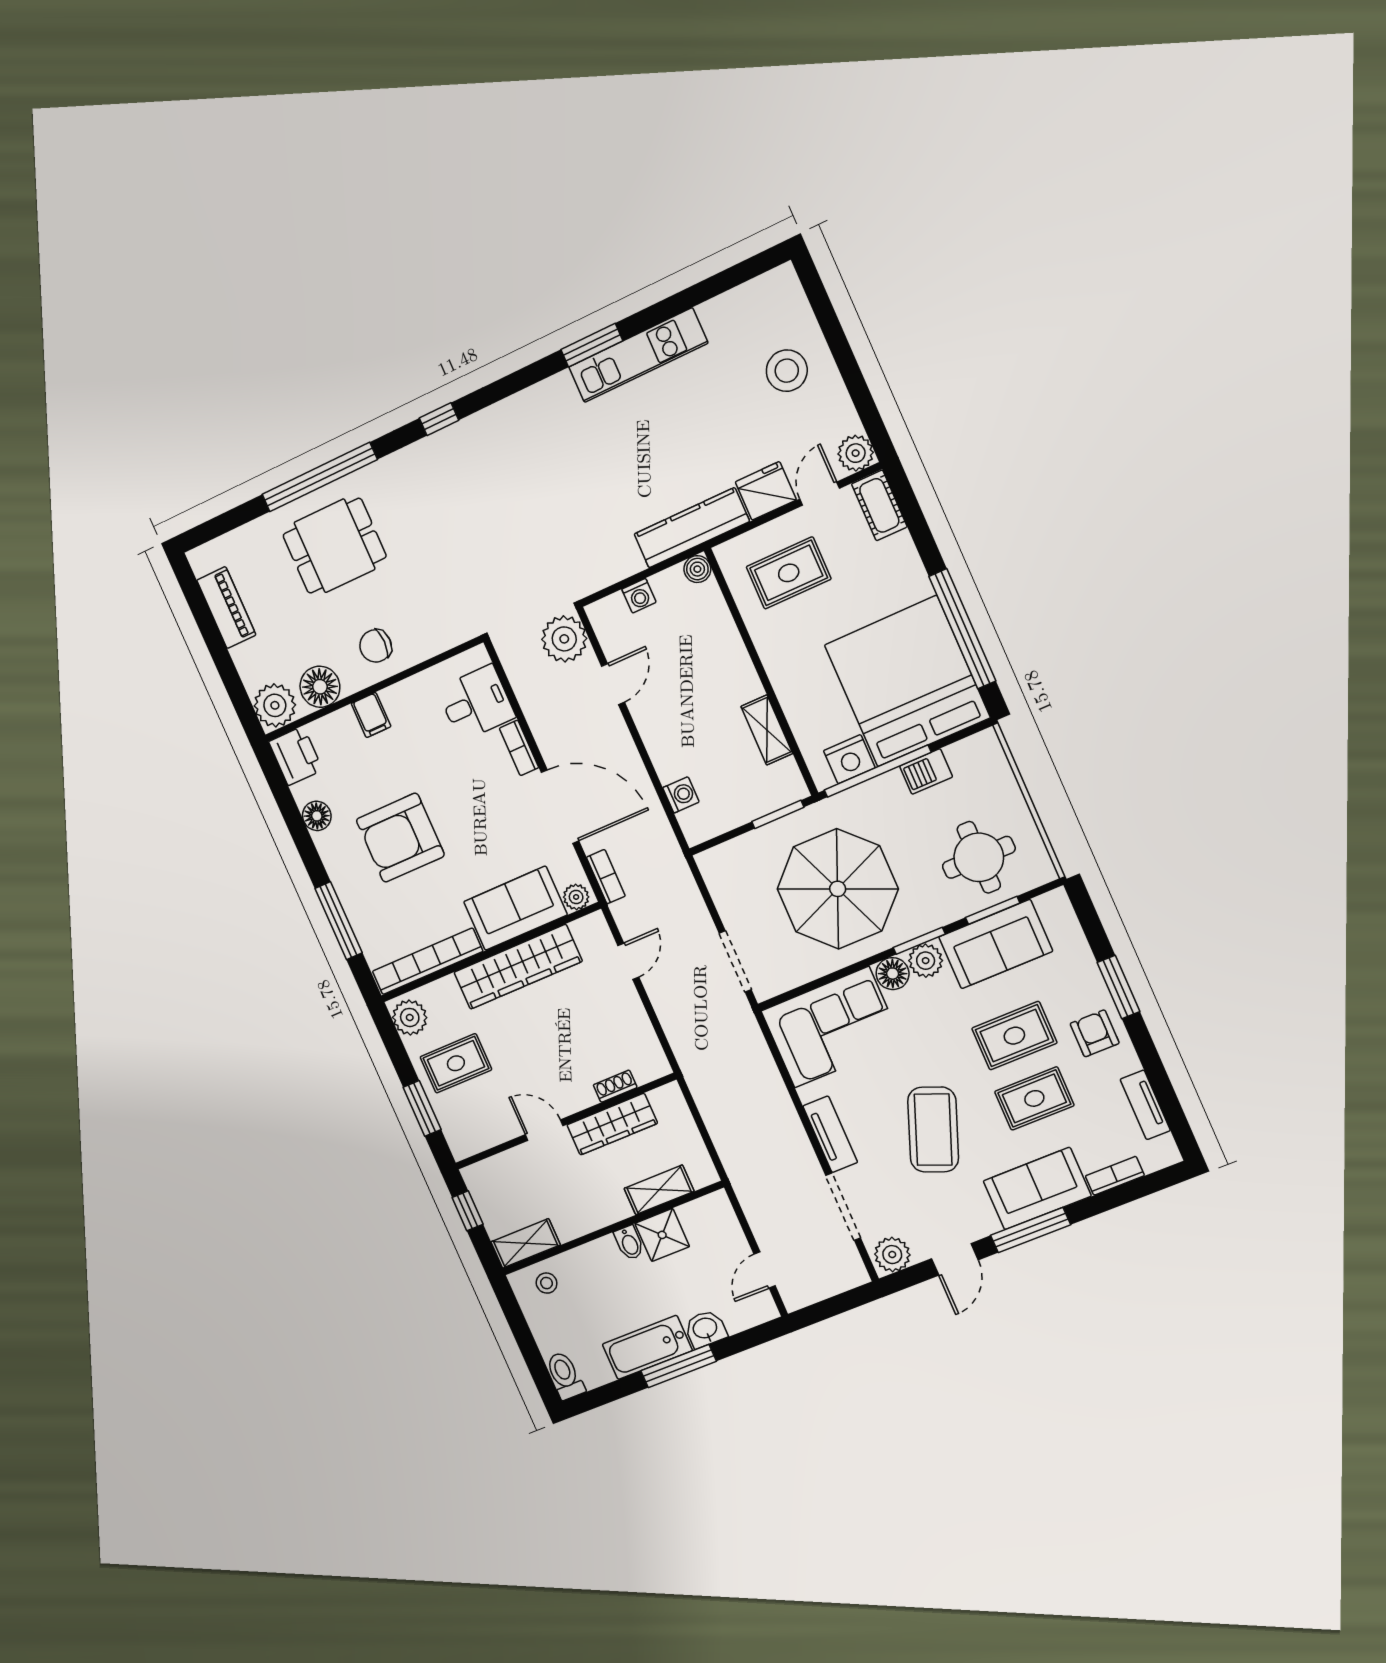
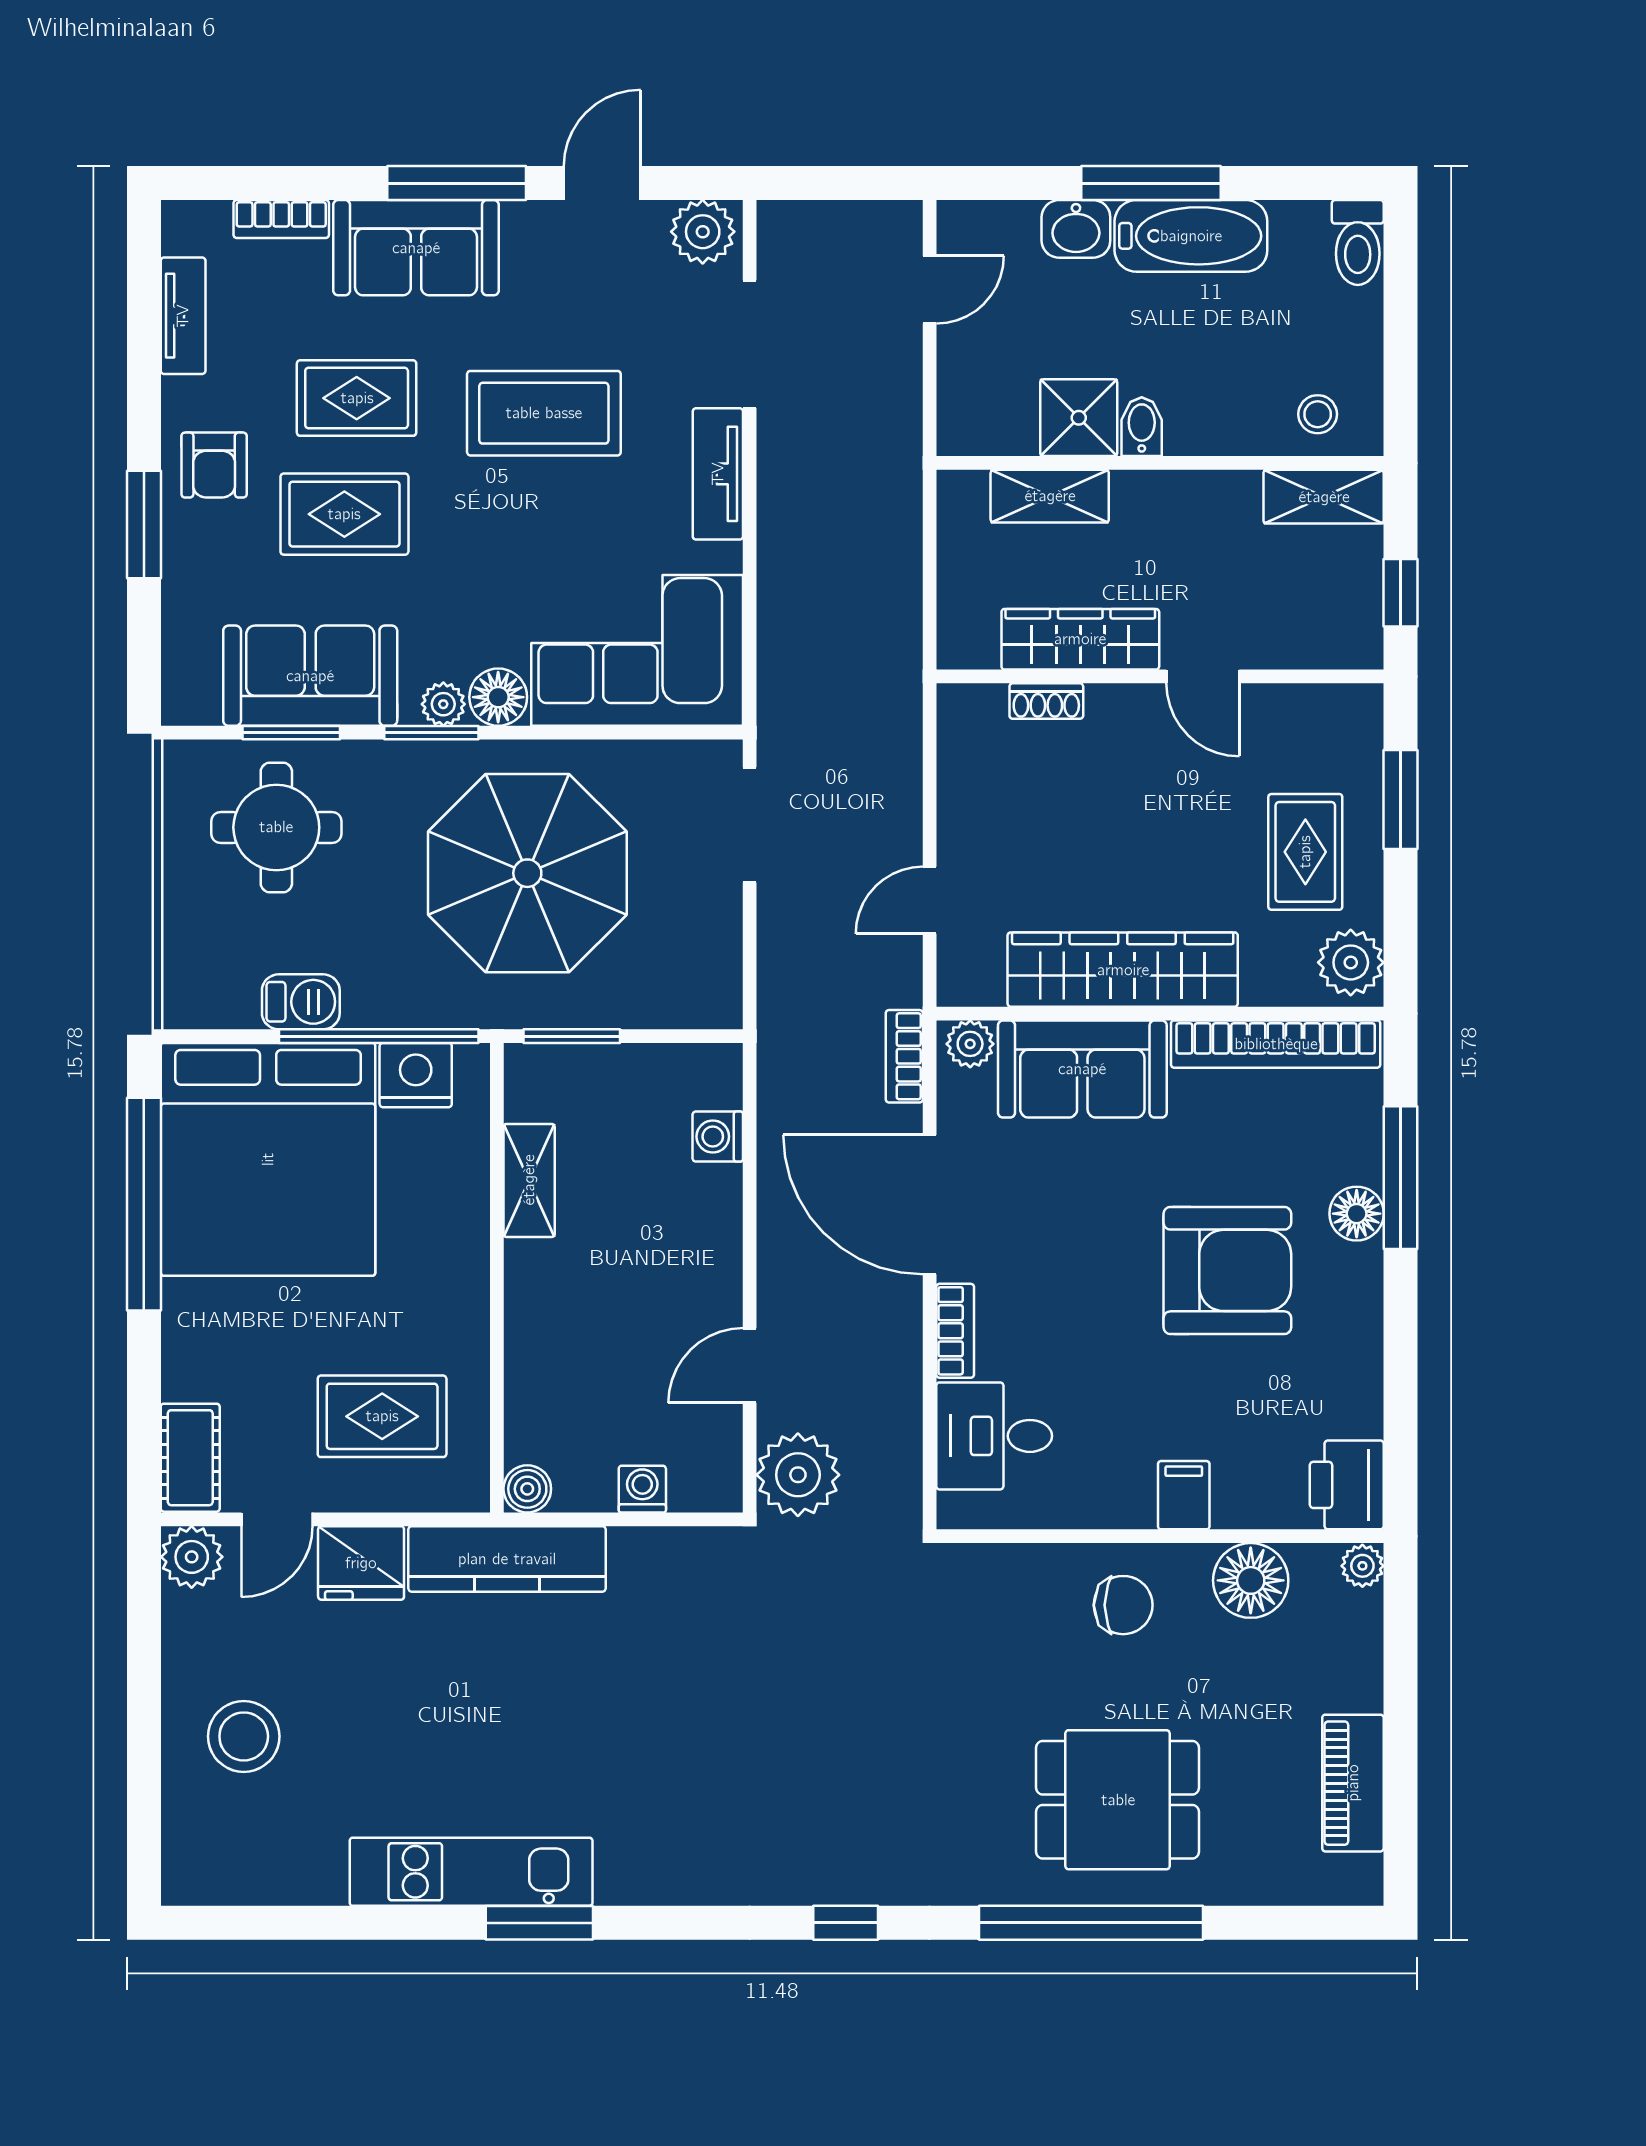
plant: (275, 705) -> (1362, 1566), width x0.53, depth x0.53
floor lamp: (317, 816) -> (1357, 1214), moved
plant: (926, 961) -> (443, 704), width x0.73, depth x0.73
rug: (456, 1063) -> (1305, 852), turned 90
coffee table: (933, 1130) -> (544, 413), turned 69

